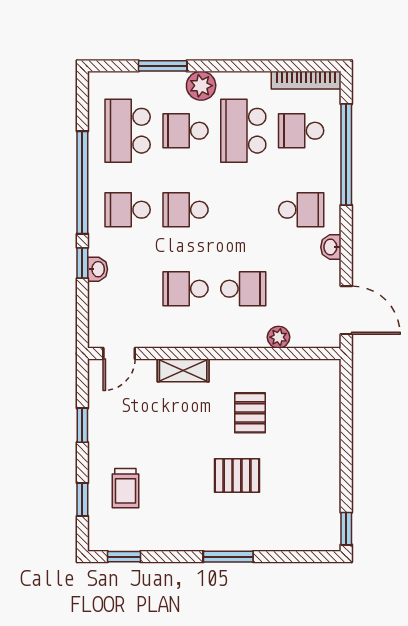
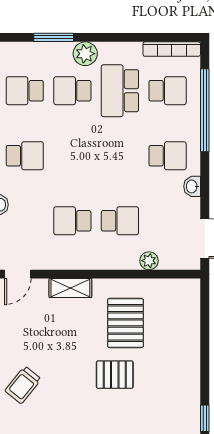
school desk: (128, 131) -> (25, 91), width x0.54
school desk: (301, 131) -> (168, 91), turned 180
school desk: (128, 210) -> (25, 156), turned 180
school desk: (185, 210) -> (72, 156), removed
pallet: (250, 413) -> (125, 323), width x1.50, depth x1.42
trolley: (125, 488) -> (23, 385), turned 39

